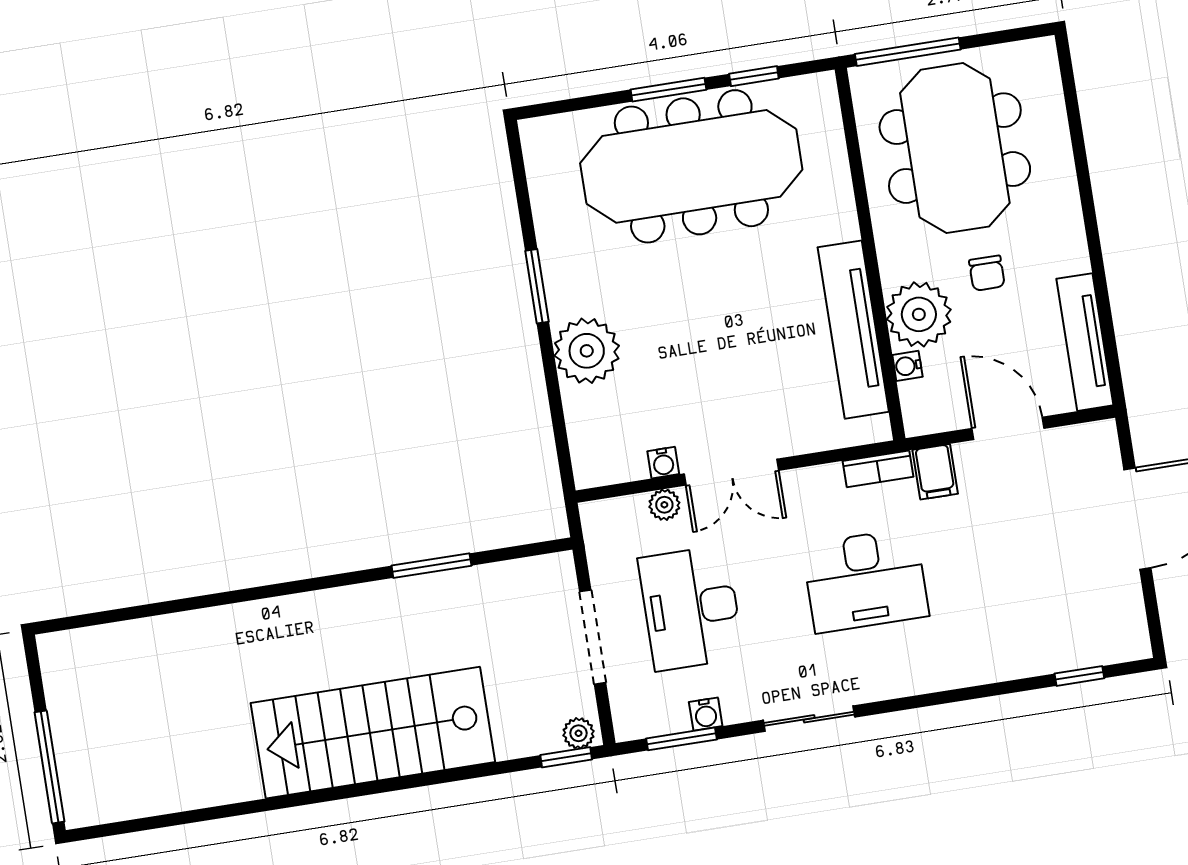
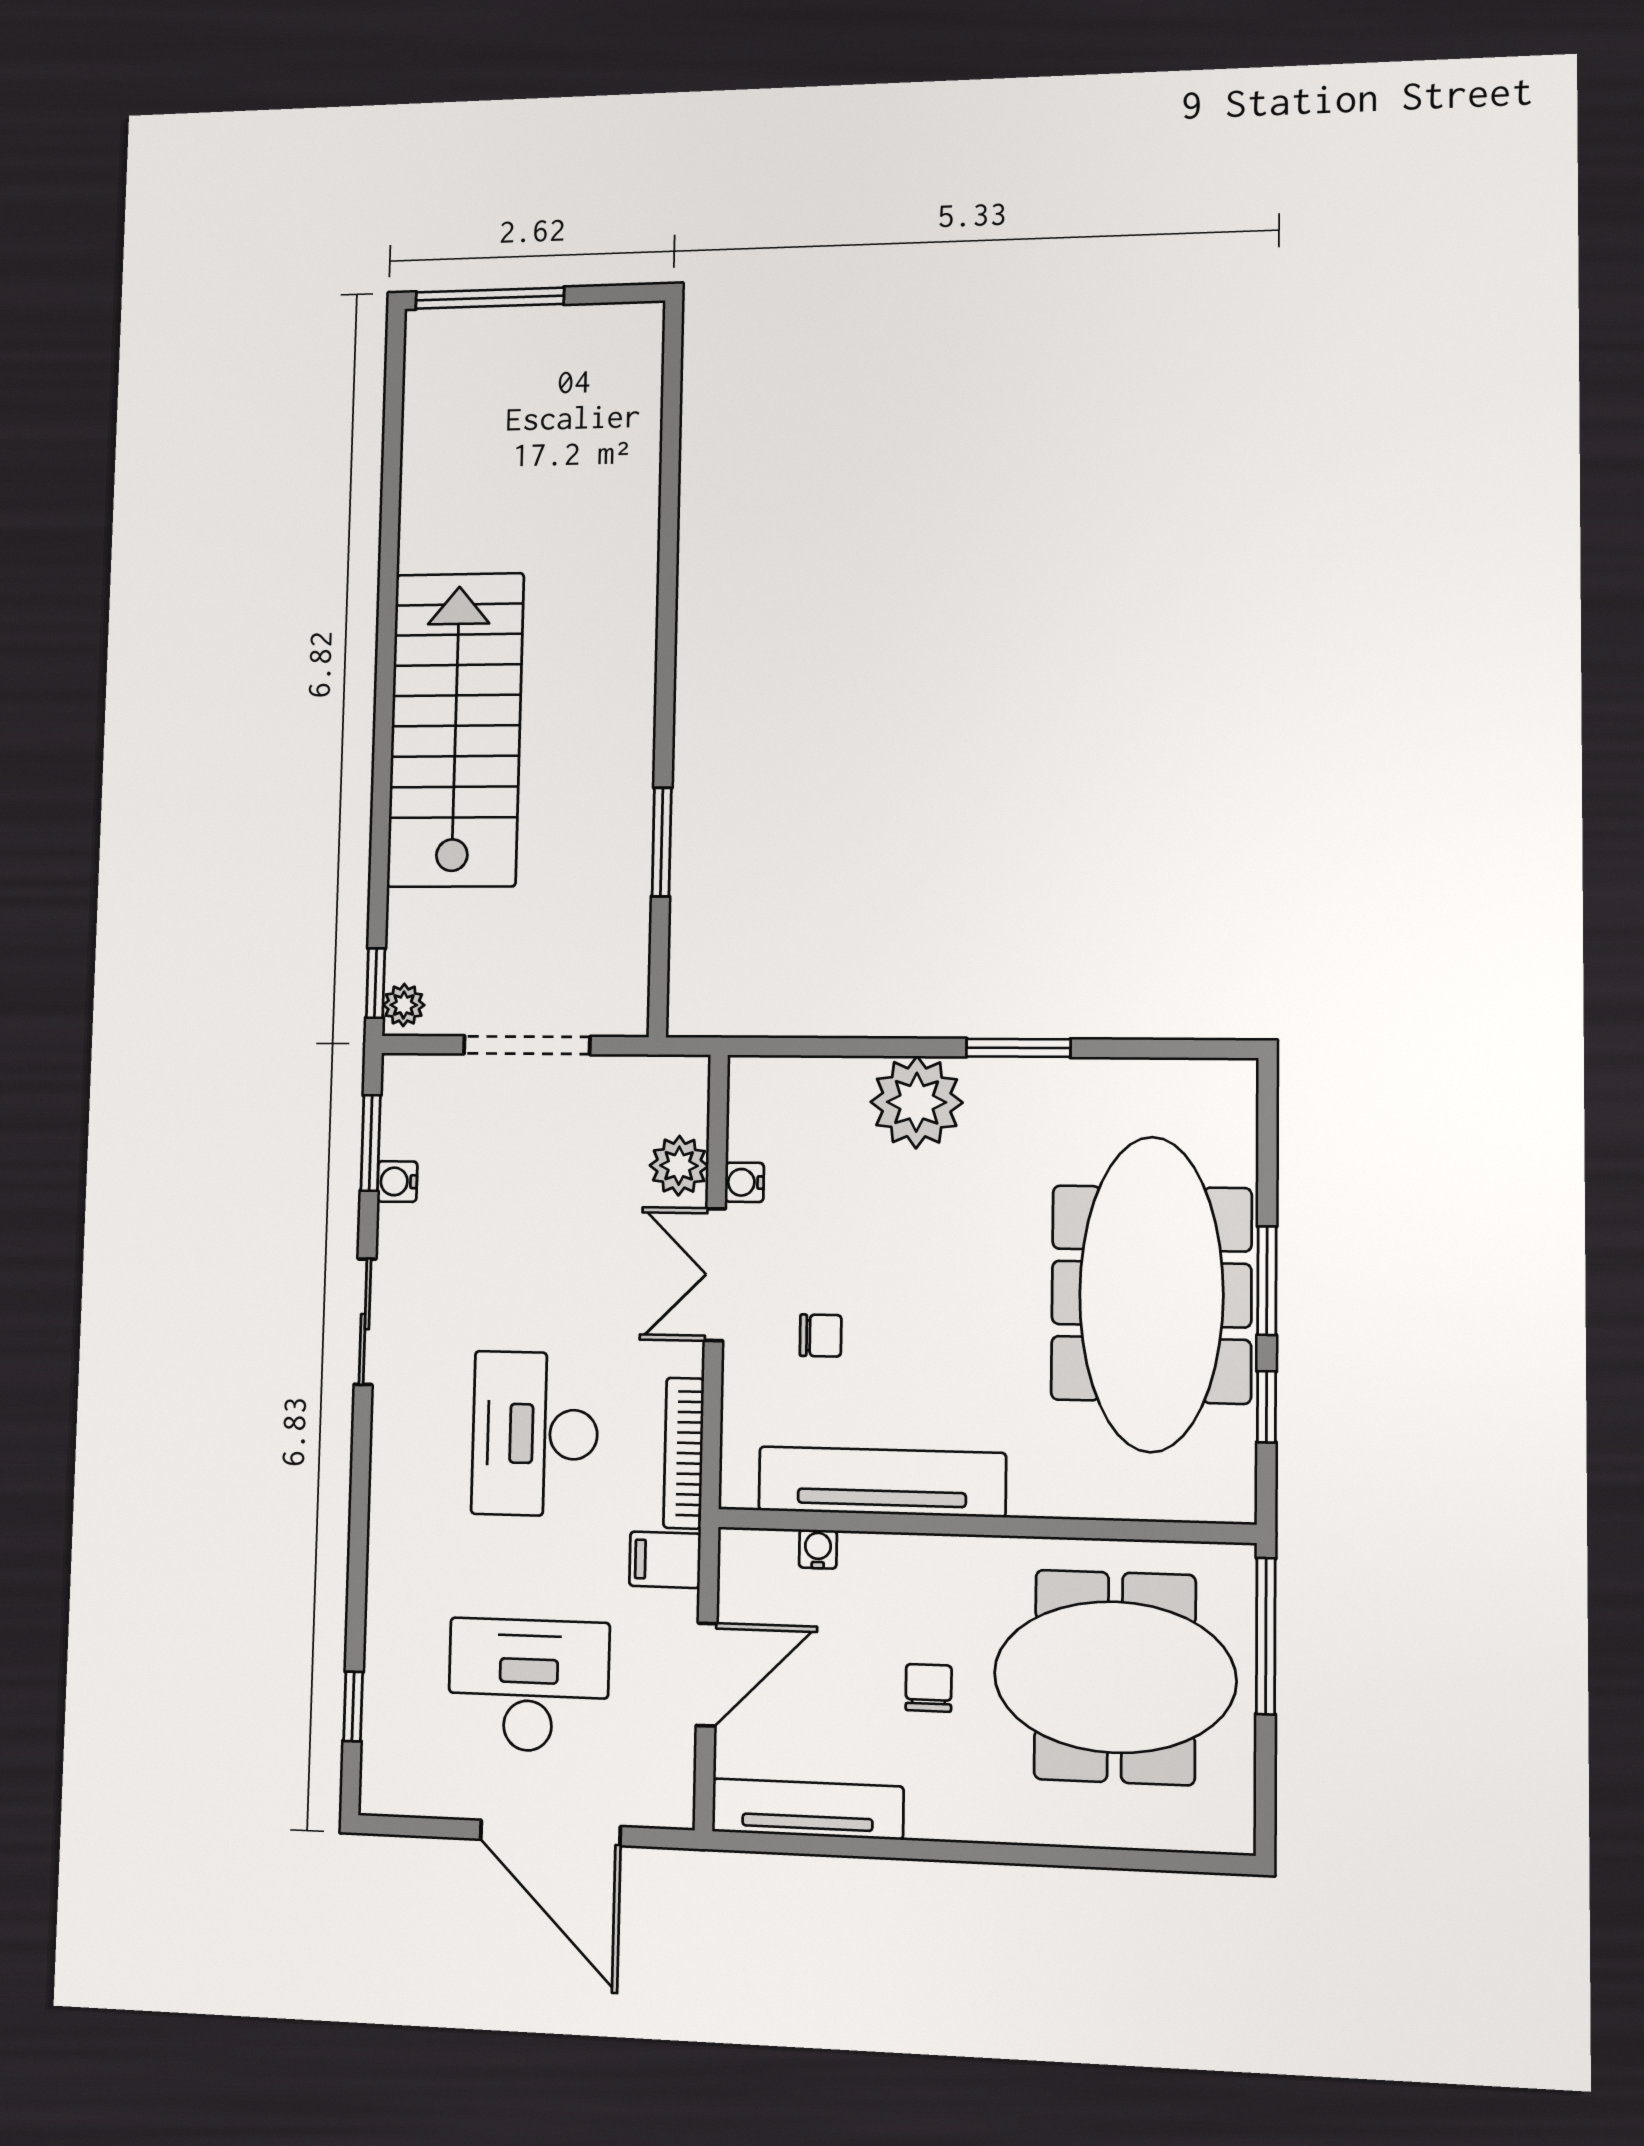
chair: (987, 273) -> (929, 1688), turned 90
plant: (919, 314) -> (887, 1579), removed
chair: (760, 390) -> (821, 1335), added
bookcase: (878, 469) -> (684, 1453), width x1.56
plant: (664, 505) -> (679, 1166), width x1.38, depth x1.38
desk: (691, 608) -> (529, 1685), moved

